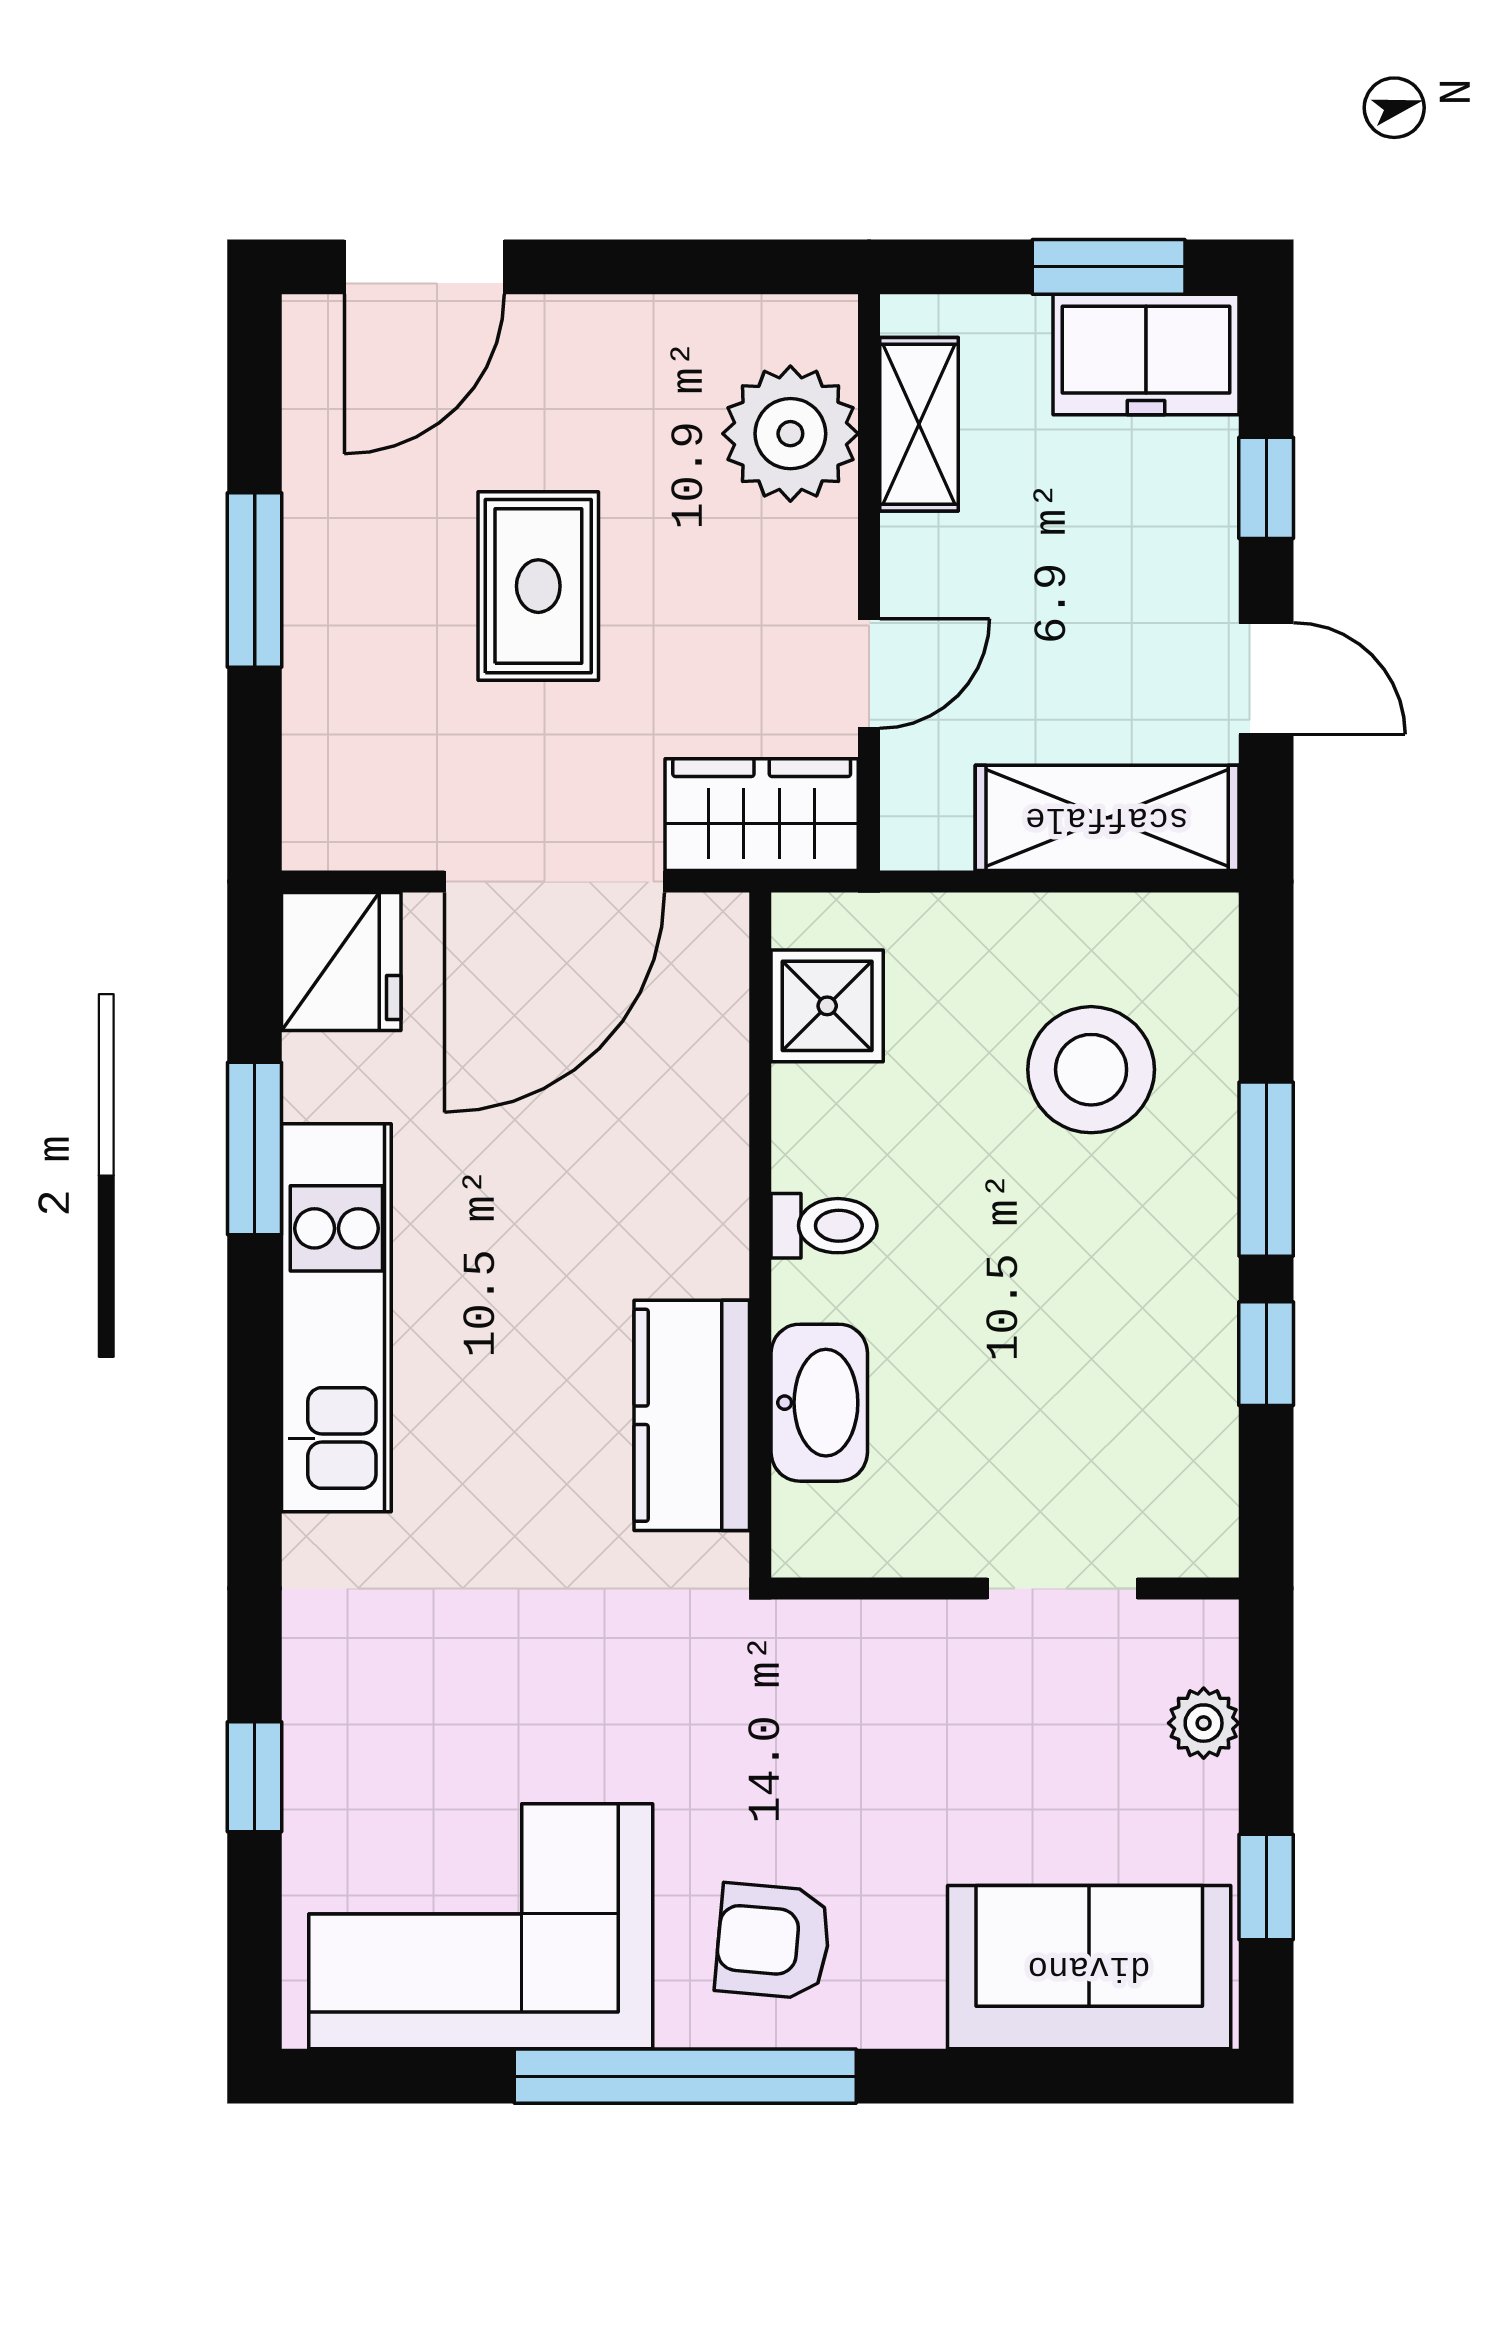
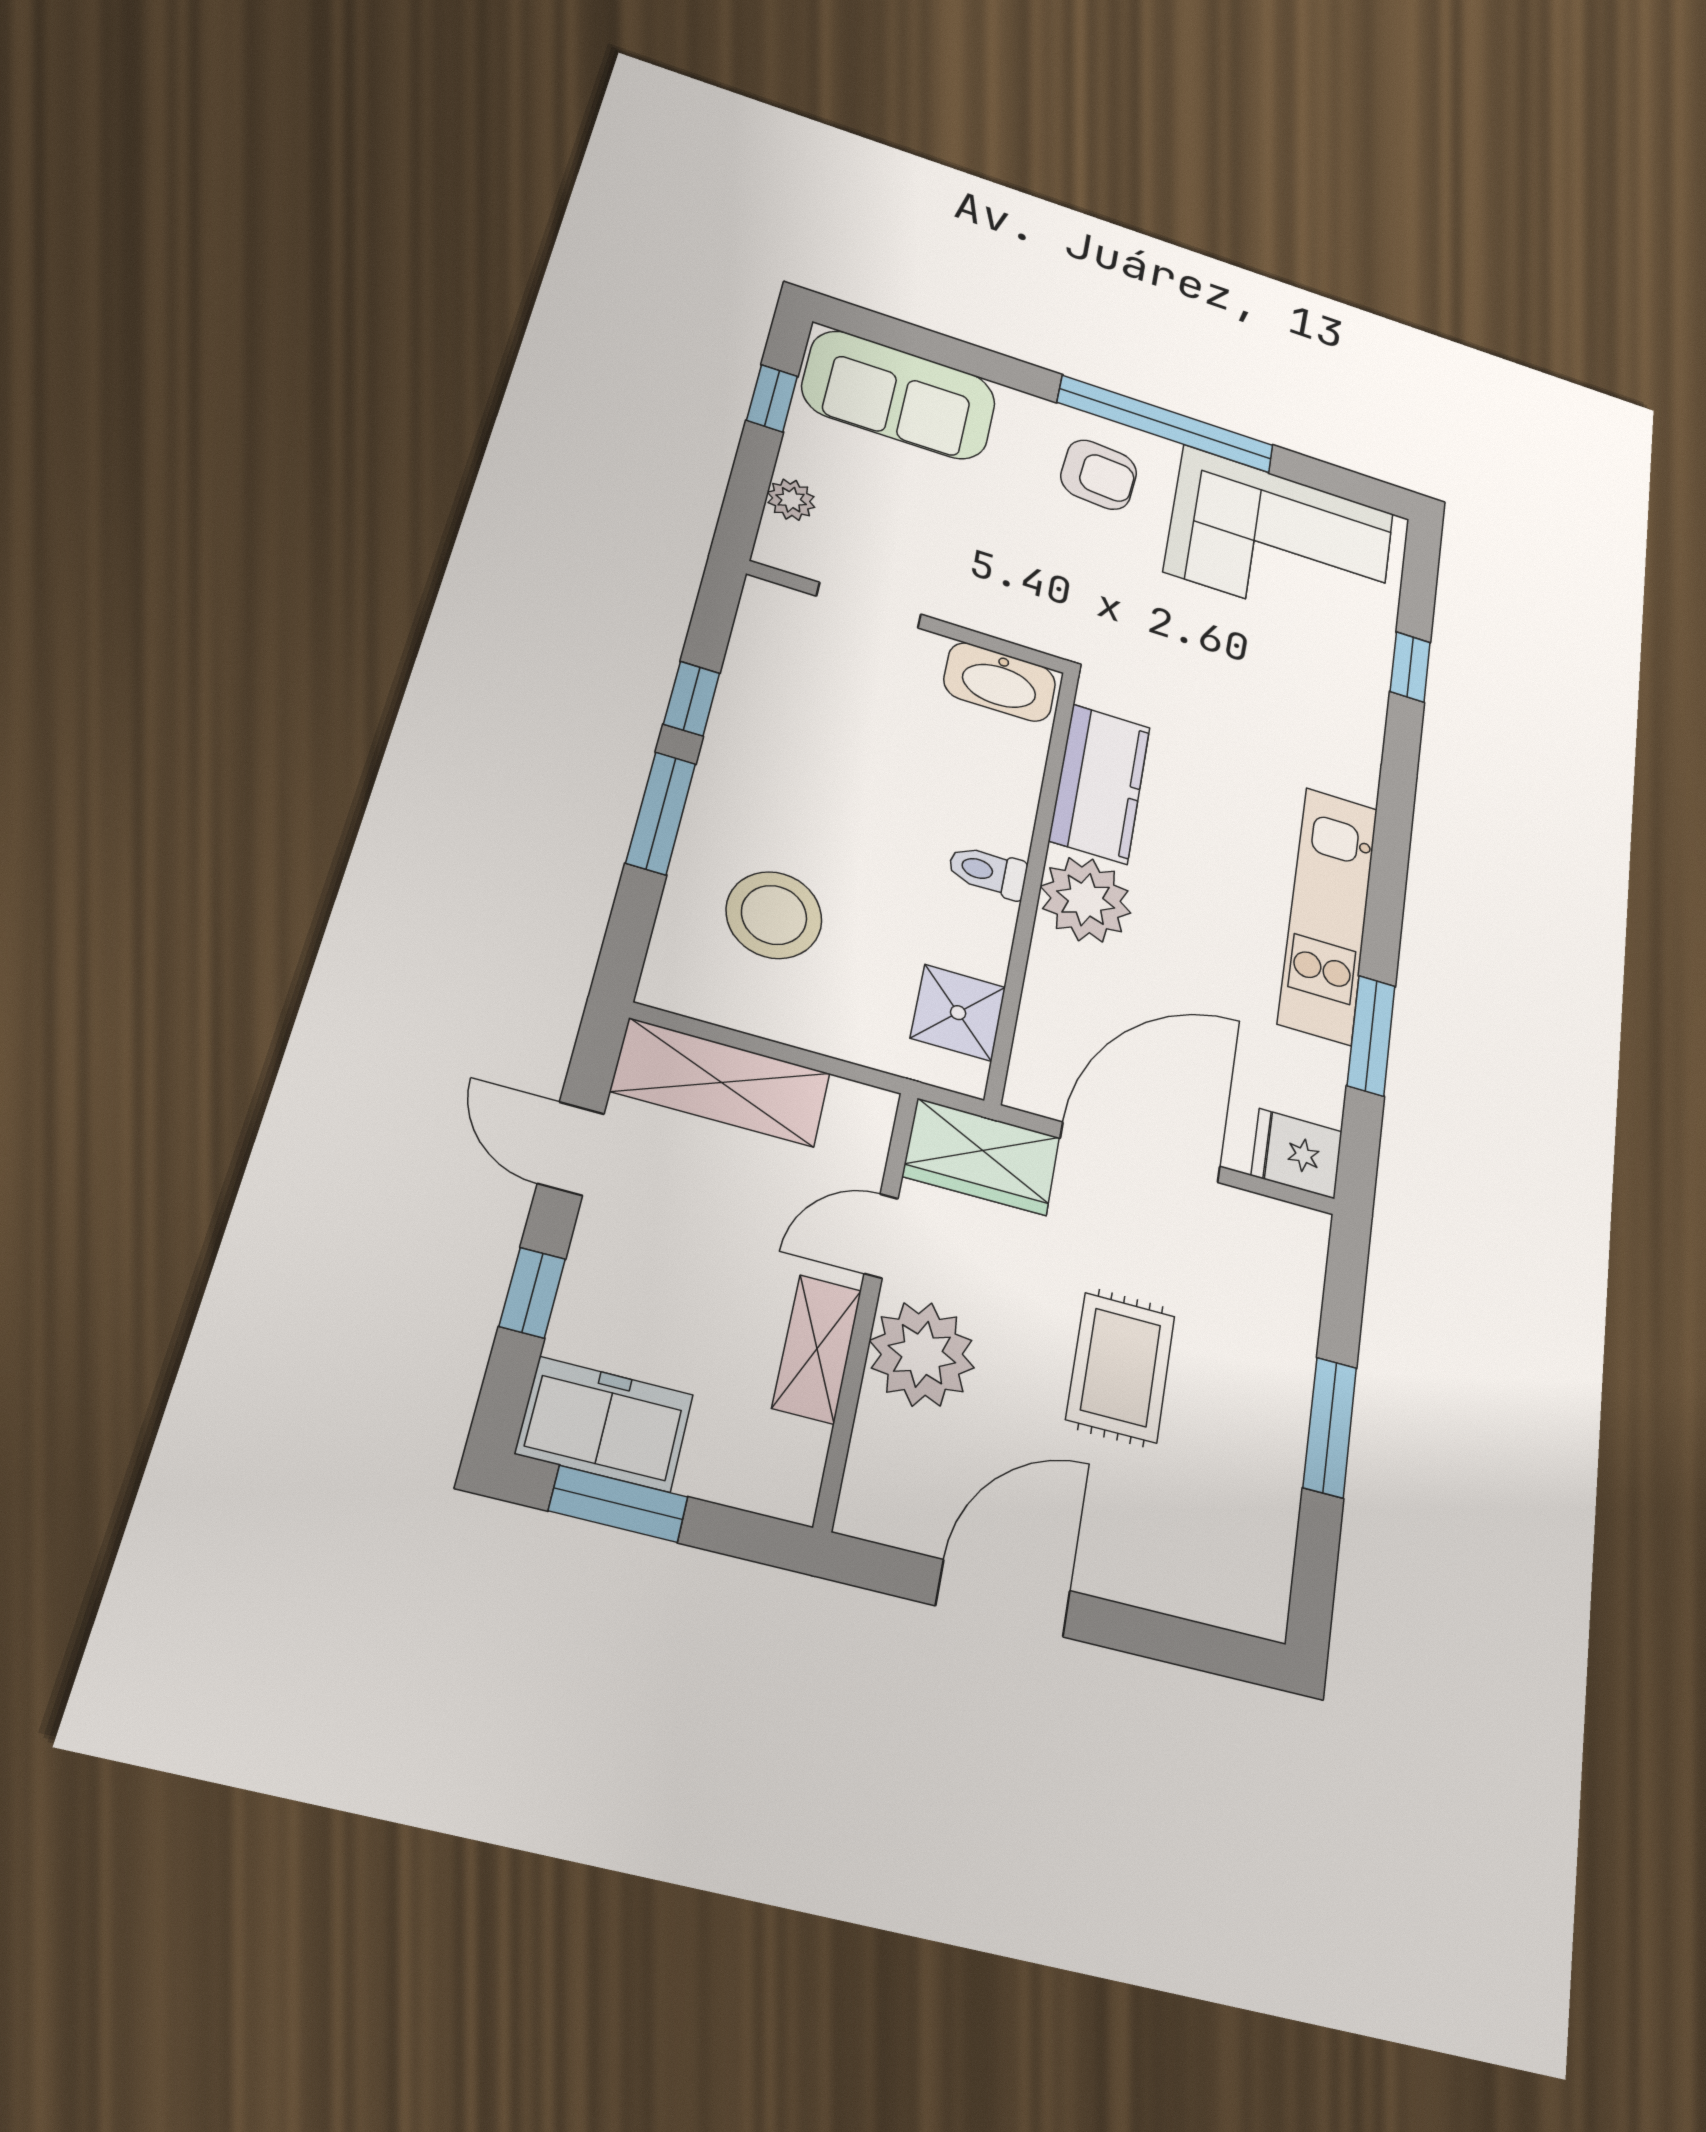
door: (424, 267) -> (1003, 1598), moved
shelving: (919, 424) -> (817, 1349), moved
plant: (790, 434) -> (922, 1354), moved
fridge: (341, 962) -> (1297, 1153), width x0.72
plant: (684, 1227) -> (1086, 900), added
washbasin: (819, 1403) -> (1000, 682), moved, turned -90

